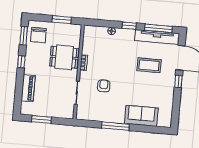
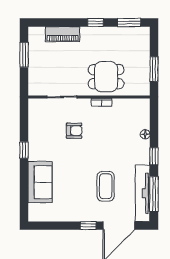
chair: (38, 35) -> (132, 41), removed
dining table: (64, 57) -> (106, 77), turned 90
window: (115, 126) -> (24, 150), width x0.46

